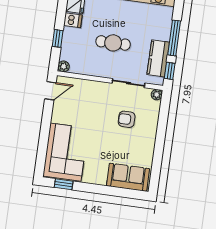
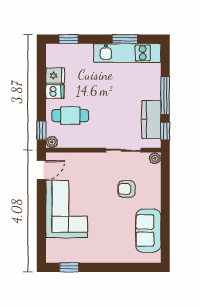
window: (58, 38) -> (41, 130), moved
cafe table: (113, 43) -> (70, 116), moved
corner sofa: (65, 152) -> (67, 209), moved
sofa: (128, 177) -> (148, 231), moved, turned -90

